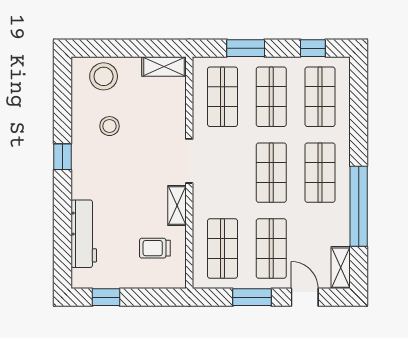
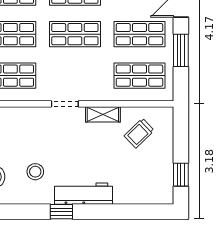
doorway: (189, 161) -> (65, 104), width x0.73
workbench: (84, 234) -> (83, 194), moved
trolley: (155, 248) -> (139, 133), turned 46

